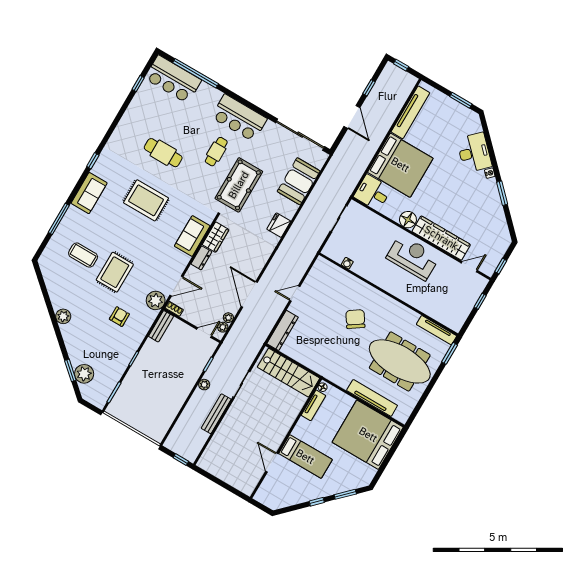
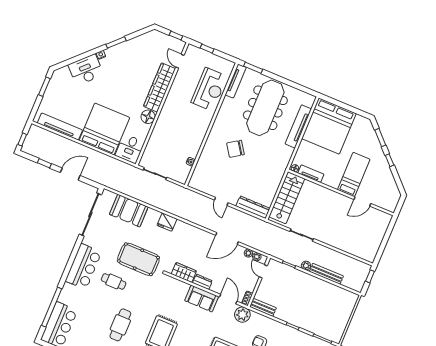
sofa: (192, 236) -> (202, 299), moved
reception desk: (413, 257) -> (209, 89), moved, turned 180
bench: (216, 414) -> (326, 274), moved

